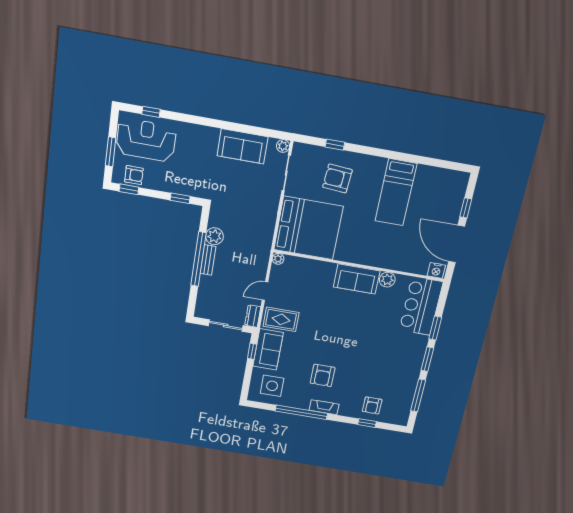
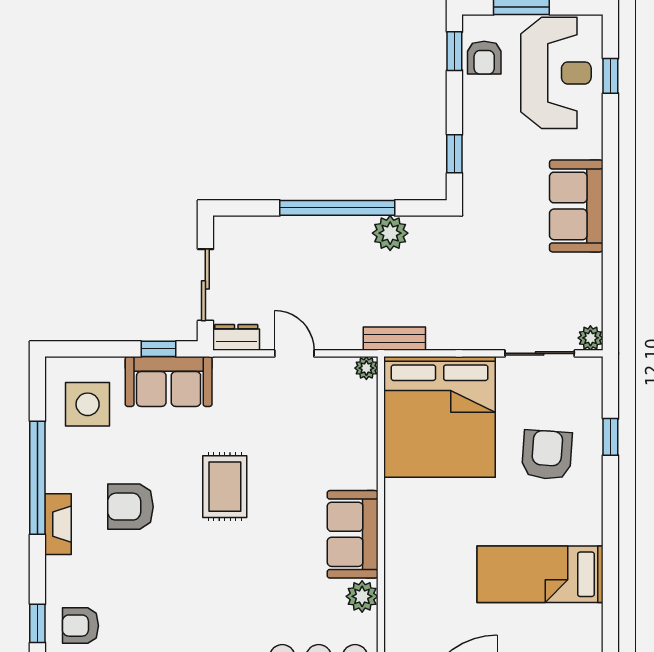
sofa: (243, 146) -> (576, 206), moved
bench: (208, 260) -> (394, 339), moved
rug: (281, 319) -> (225, 487), moved

